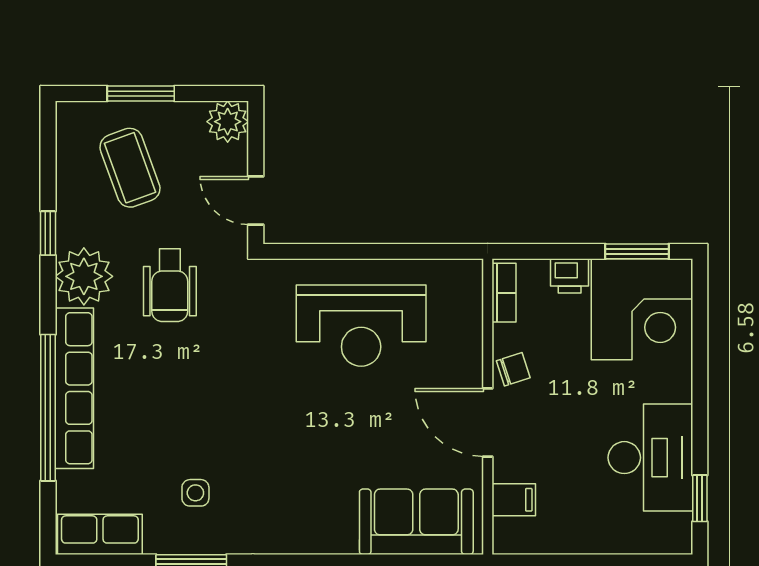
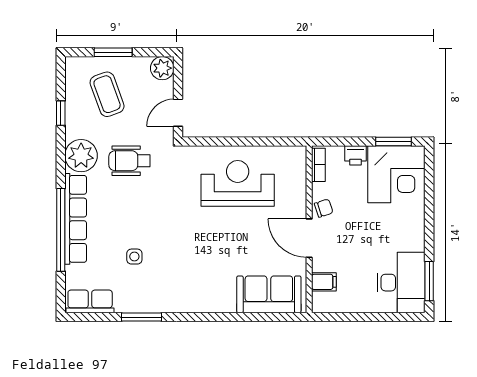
door: (256, 200) -> (178, 113), hinge flipped
window: (48, 233) -> (61, 113), moved
wheelchair: (170, 285) -> (130, 161), turned 90
reception desk: (361, 326) -> (238, 183), turned 180
desk: (650, 458) -> (401, 283), moved
side table: (195, 493) -> (134, 257), moved
window: (700, 498) -> (429, 281), width x1.50

